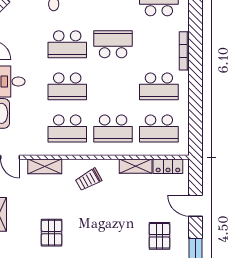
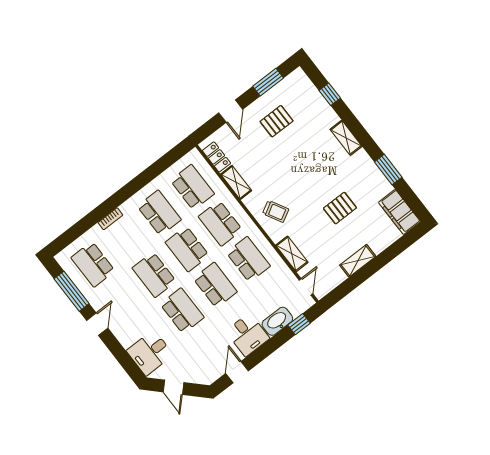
bookcase: (184, 51) -> (110, 219), width x0.64
school desk: (113, 86) -> (187, 249), added
school desk: (113, 128) -> (220, 223), turned 180

